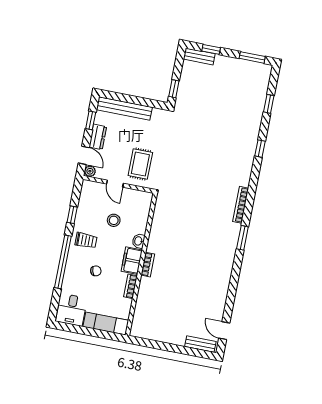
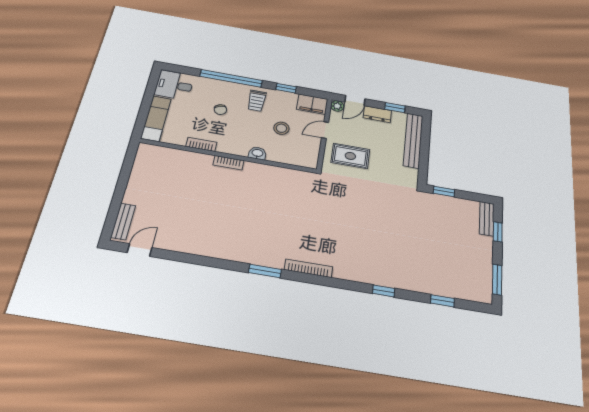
filing cabinet: (132, 261) -> (312, 104), moved, turned 180

